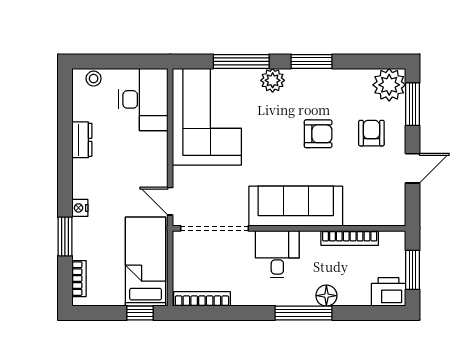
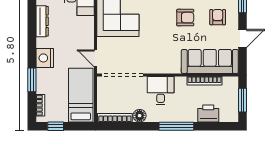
dresser: (82, 140) -> (42, 21), width x1.44
sofa: (296, 206) -> (210, 61), moved
nightstand: (80, 208) -> (45, 58), width x1.89, depth x1.79
printer: (388, 292) -> (208, 113), moved
floor lamp: (326, 296) -> (140, 116), moved
window: (140, 313) -> (56, 126), moved

